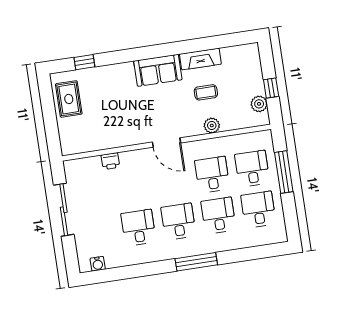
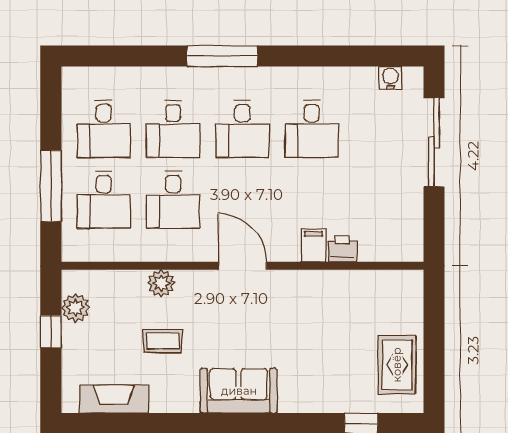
fireplace: (200, 59) -> (114, 399), moved
filing cabinet: (127, 161) -> (314, 245), added
sliding door: (64, 210) -> (434, 142), moved

